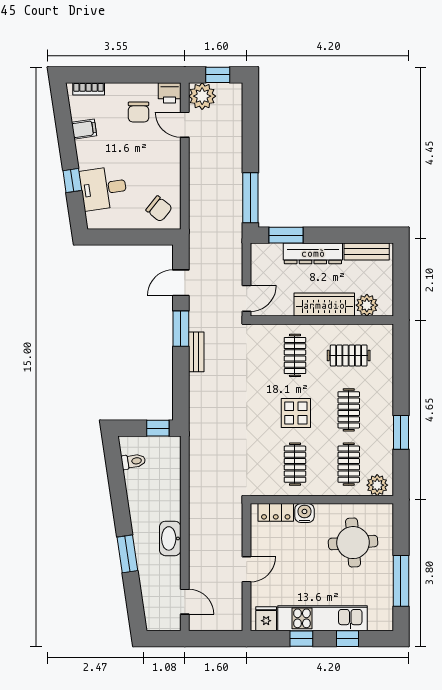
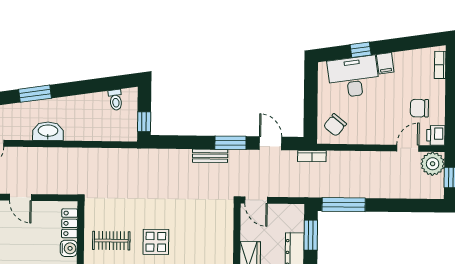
filing cabinet: (84, 129) -> (385, 63), moved
desk: (103, 188) -> (353, 77), width x1.37
bookcase: (195, 235) -> (312, 156), added
clothes rail: (295, 355) -> (206, 242), removed

